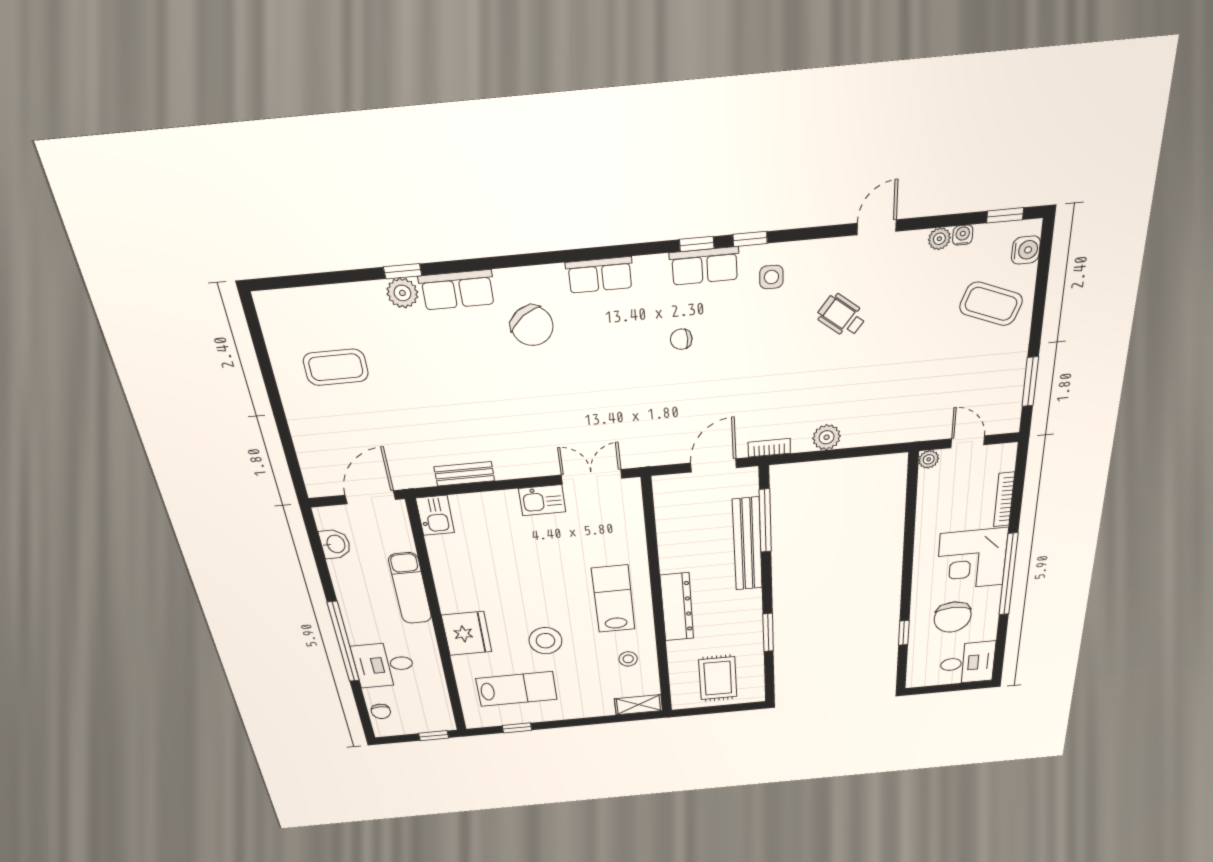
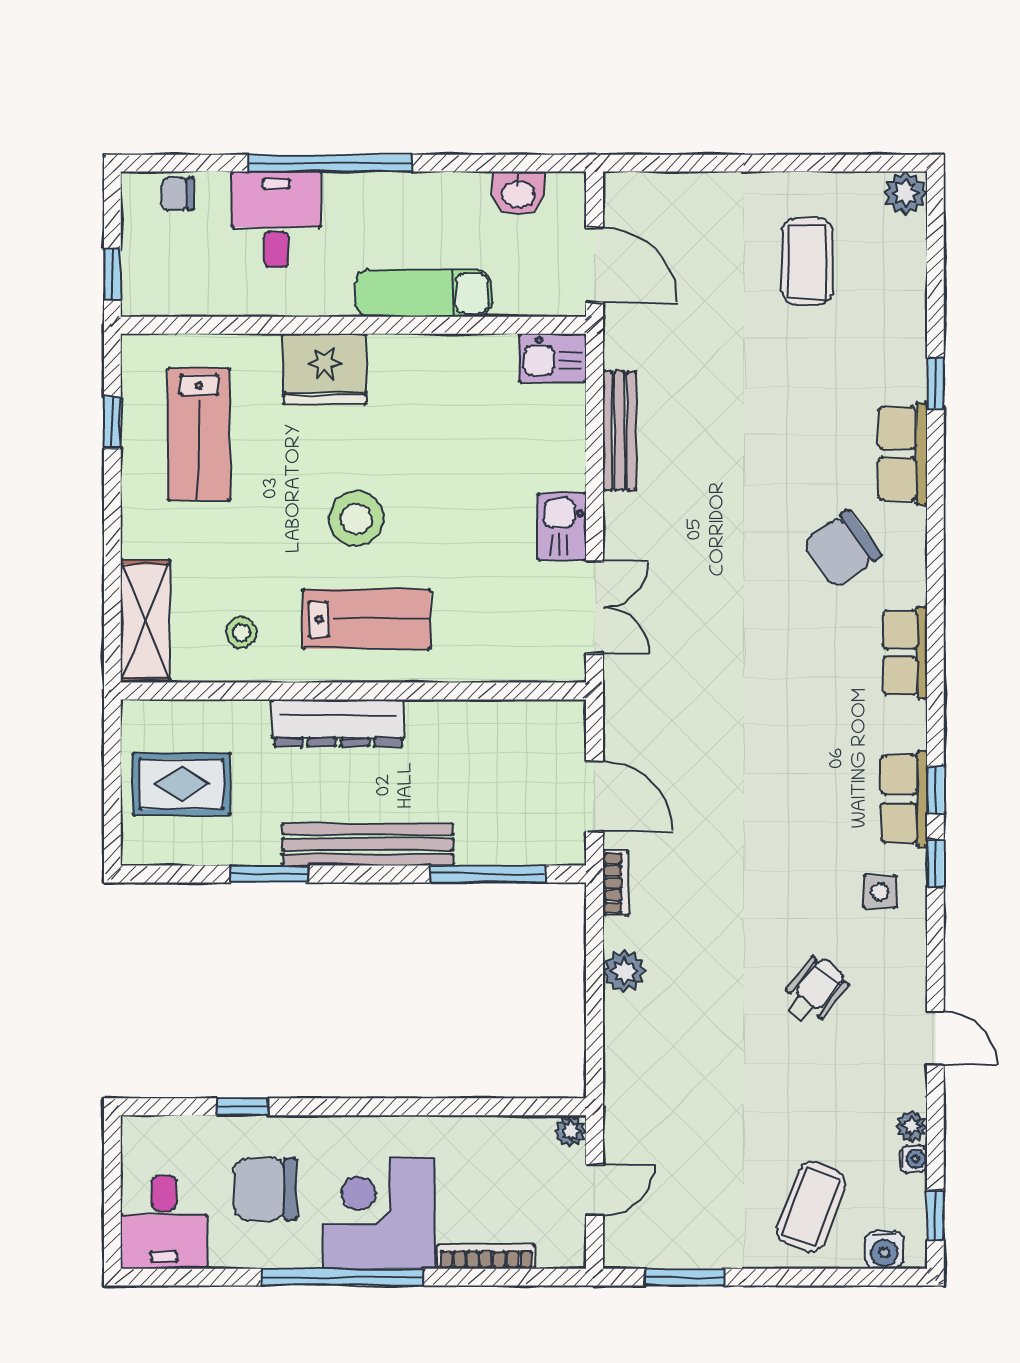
plant: (402, 293) -> (905, 193), moved
chair: (681, 339) -> (801, 760), removed
bench: (464, 474) -> (620, 431), width x1.36
bench: (747, 544) -> (368, 844), moved
stool: (545, 641) -> (356, 519), moved
shelving: (639, 705) -> (145, 621), width x1.50, depth x1.33

